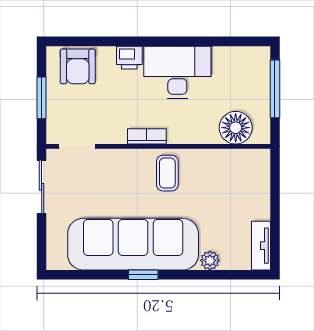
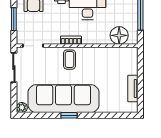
coffee table: (167, 173) -> (70, 60), moved
tv unit: (261, 246) -> (133, 89), moved
plant: (210, 260) -> (22, 107), moved

